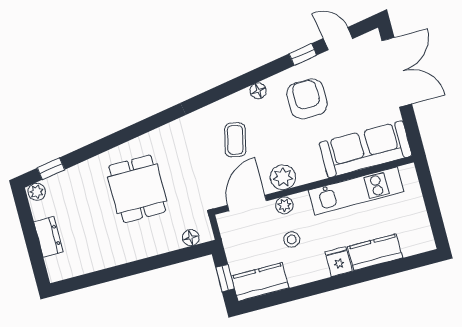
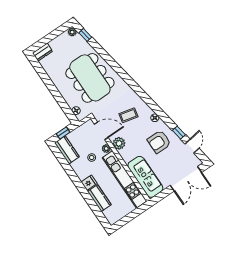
armchair: (307, 99) -> (159, 142), turned 180
dining table: (137, 189) -> (90, 78), width x1.88, depth x1.24
kitchen unit: (356, 191) -> (125, 179), width x1.36
dresser: (48, 237) -> (42, 52), moved

